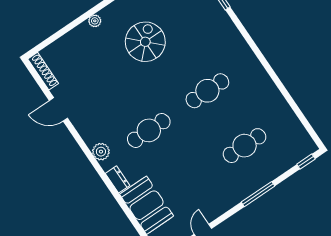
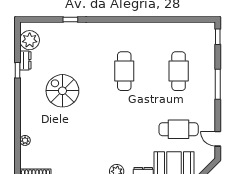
plant: (95, 21) -> (25, 140), moved
cafe table: (149, 130) -> (179, 129), moved, turned 90

